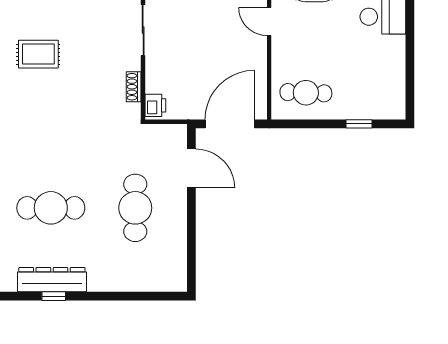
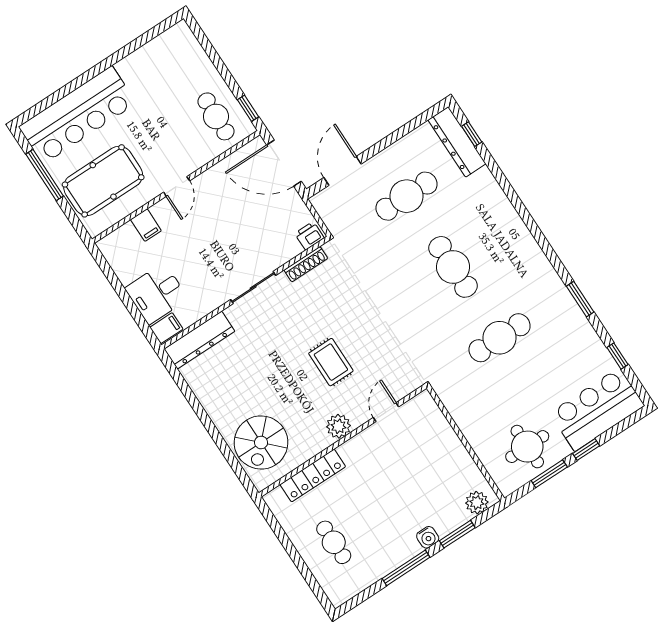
shoe rack: (134, 87) -> (306, 264), width x1.43
window: (359, 124) -> (248, 108), moved
dresser: (52, 280) -> (457, 142), moved
window: (54, 296) -> (472, 134), moved

